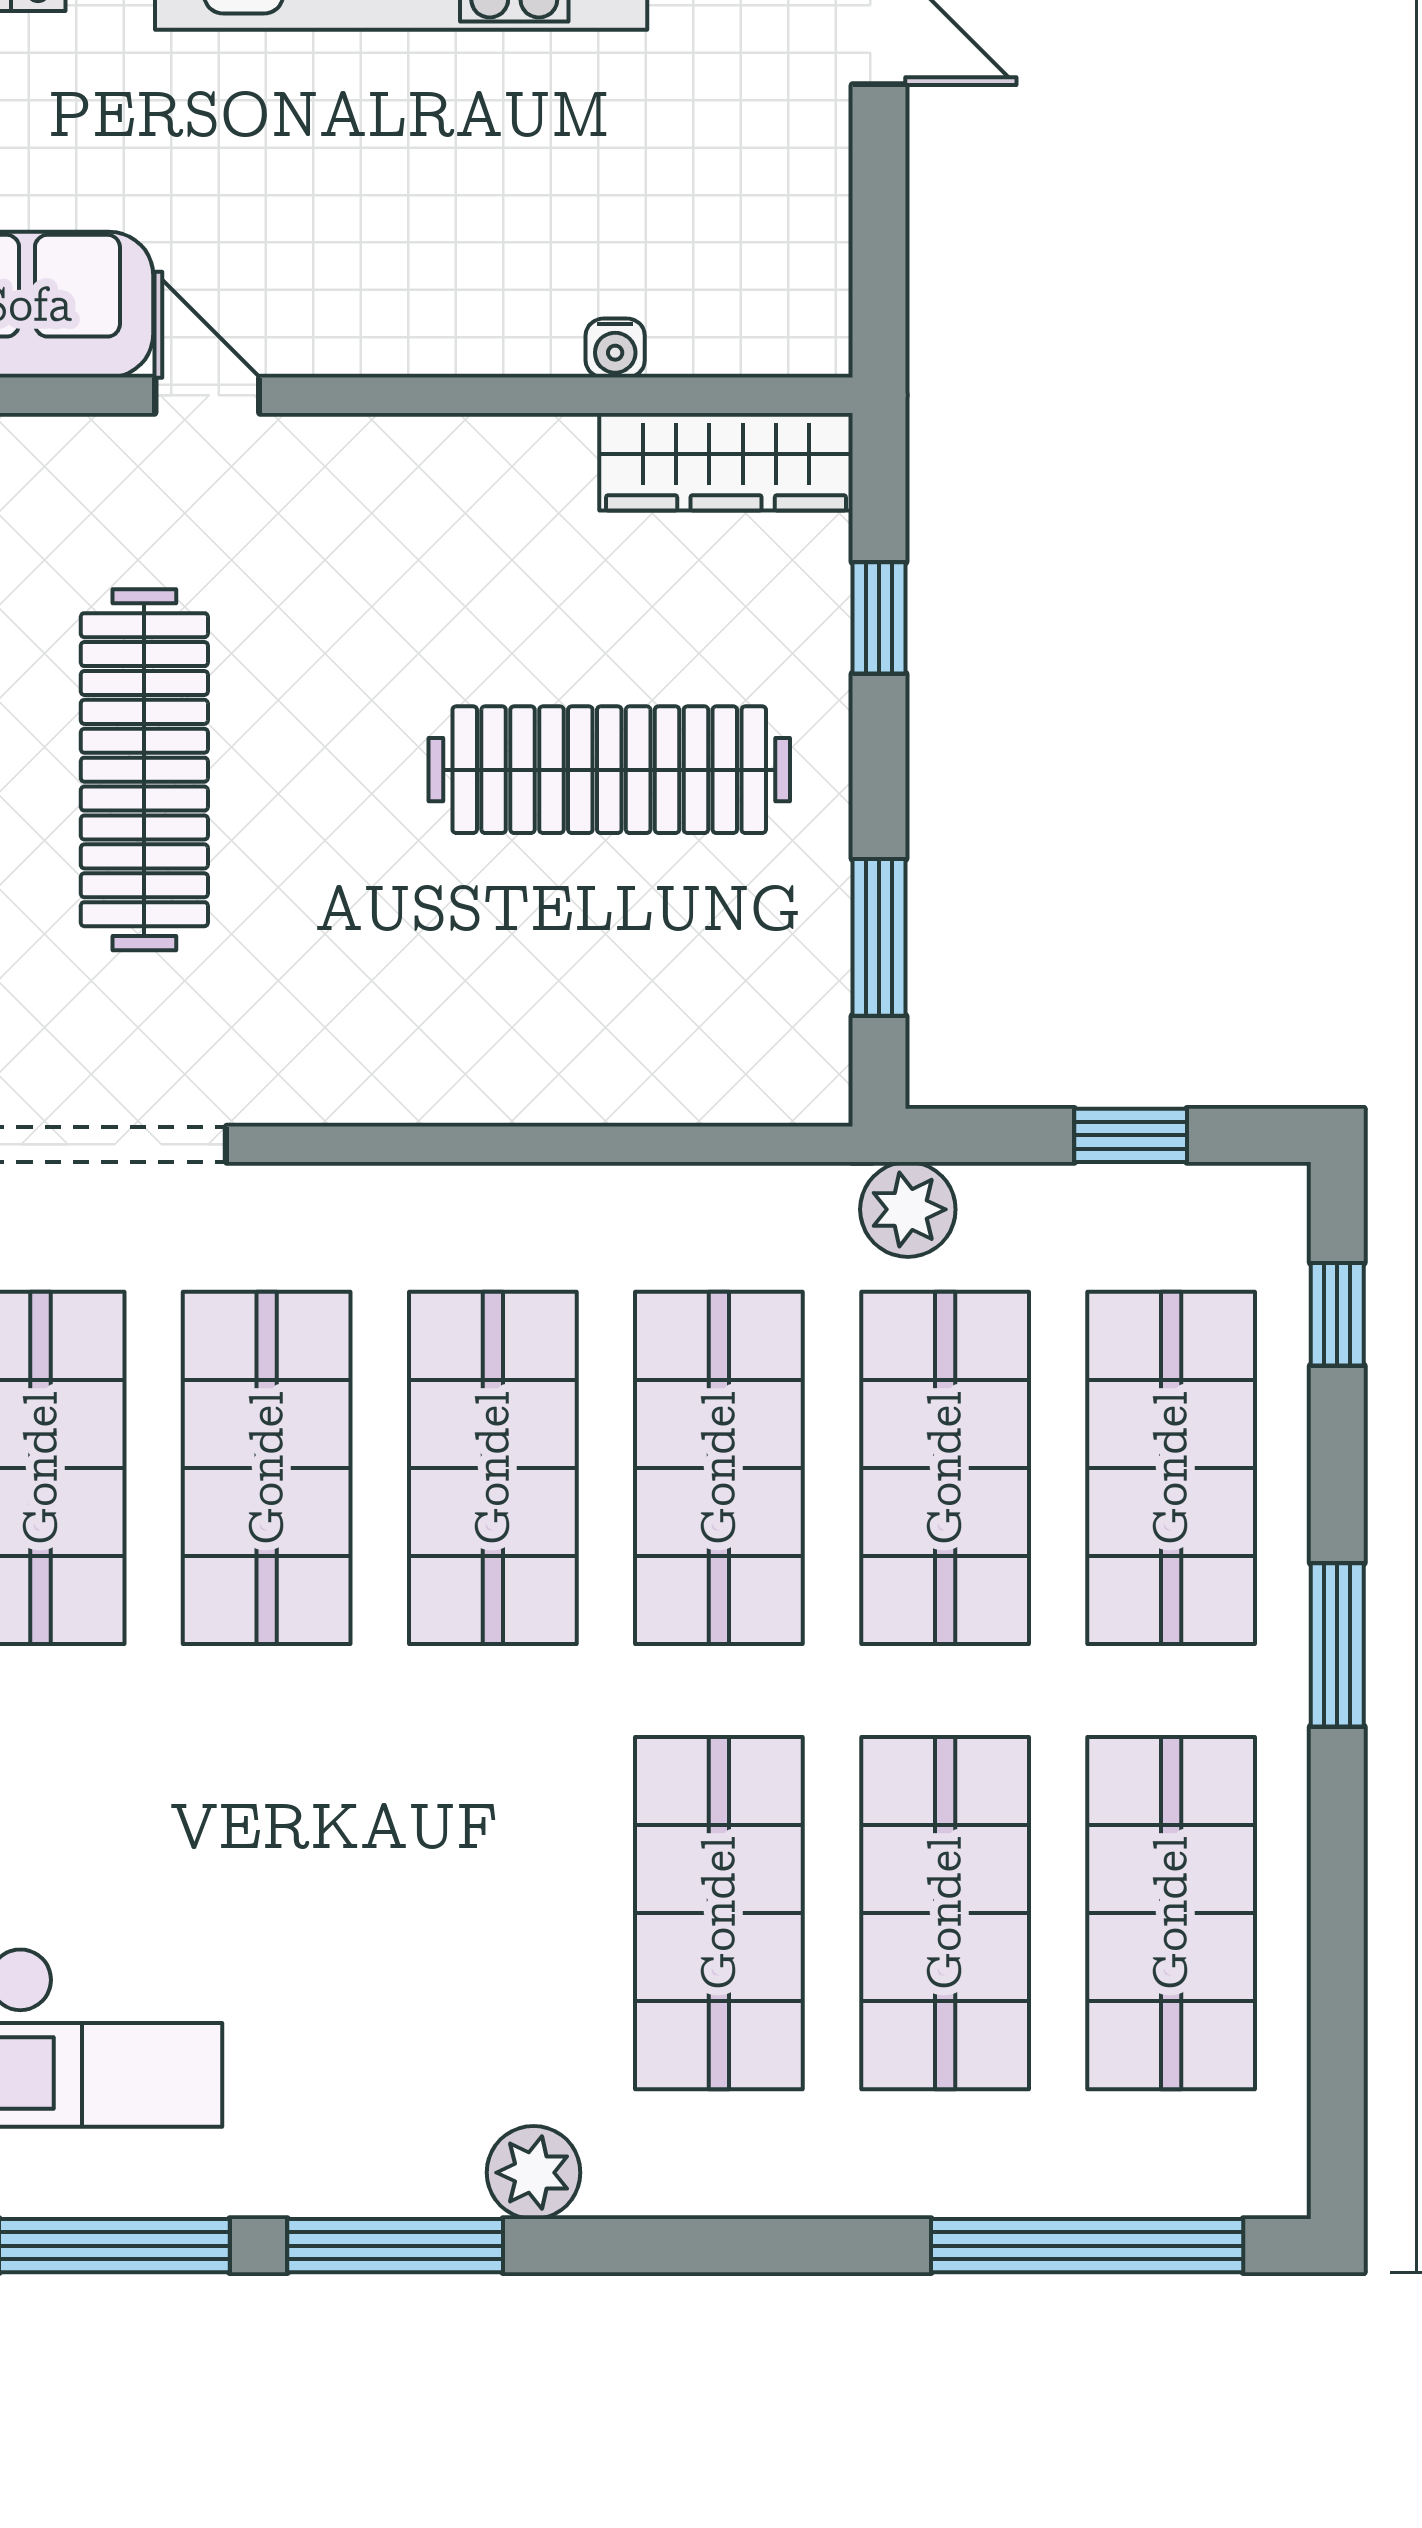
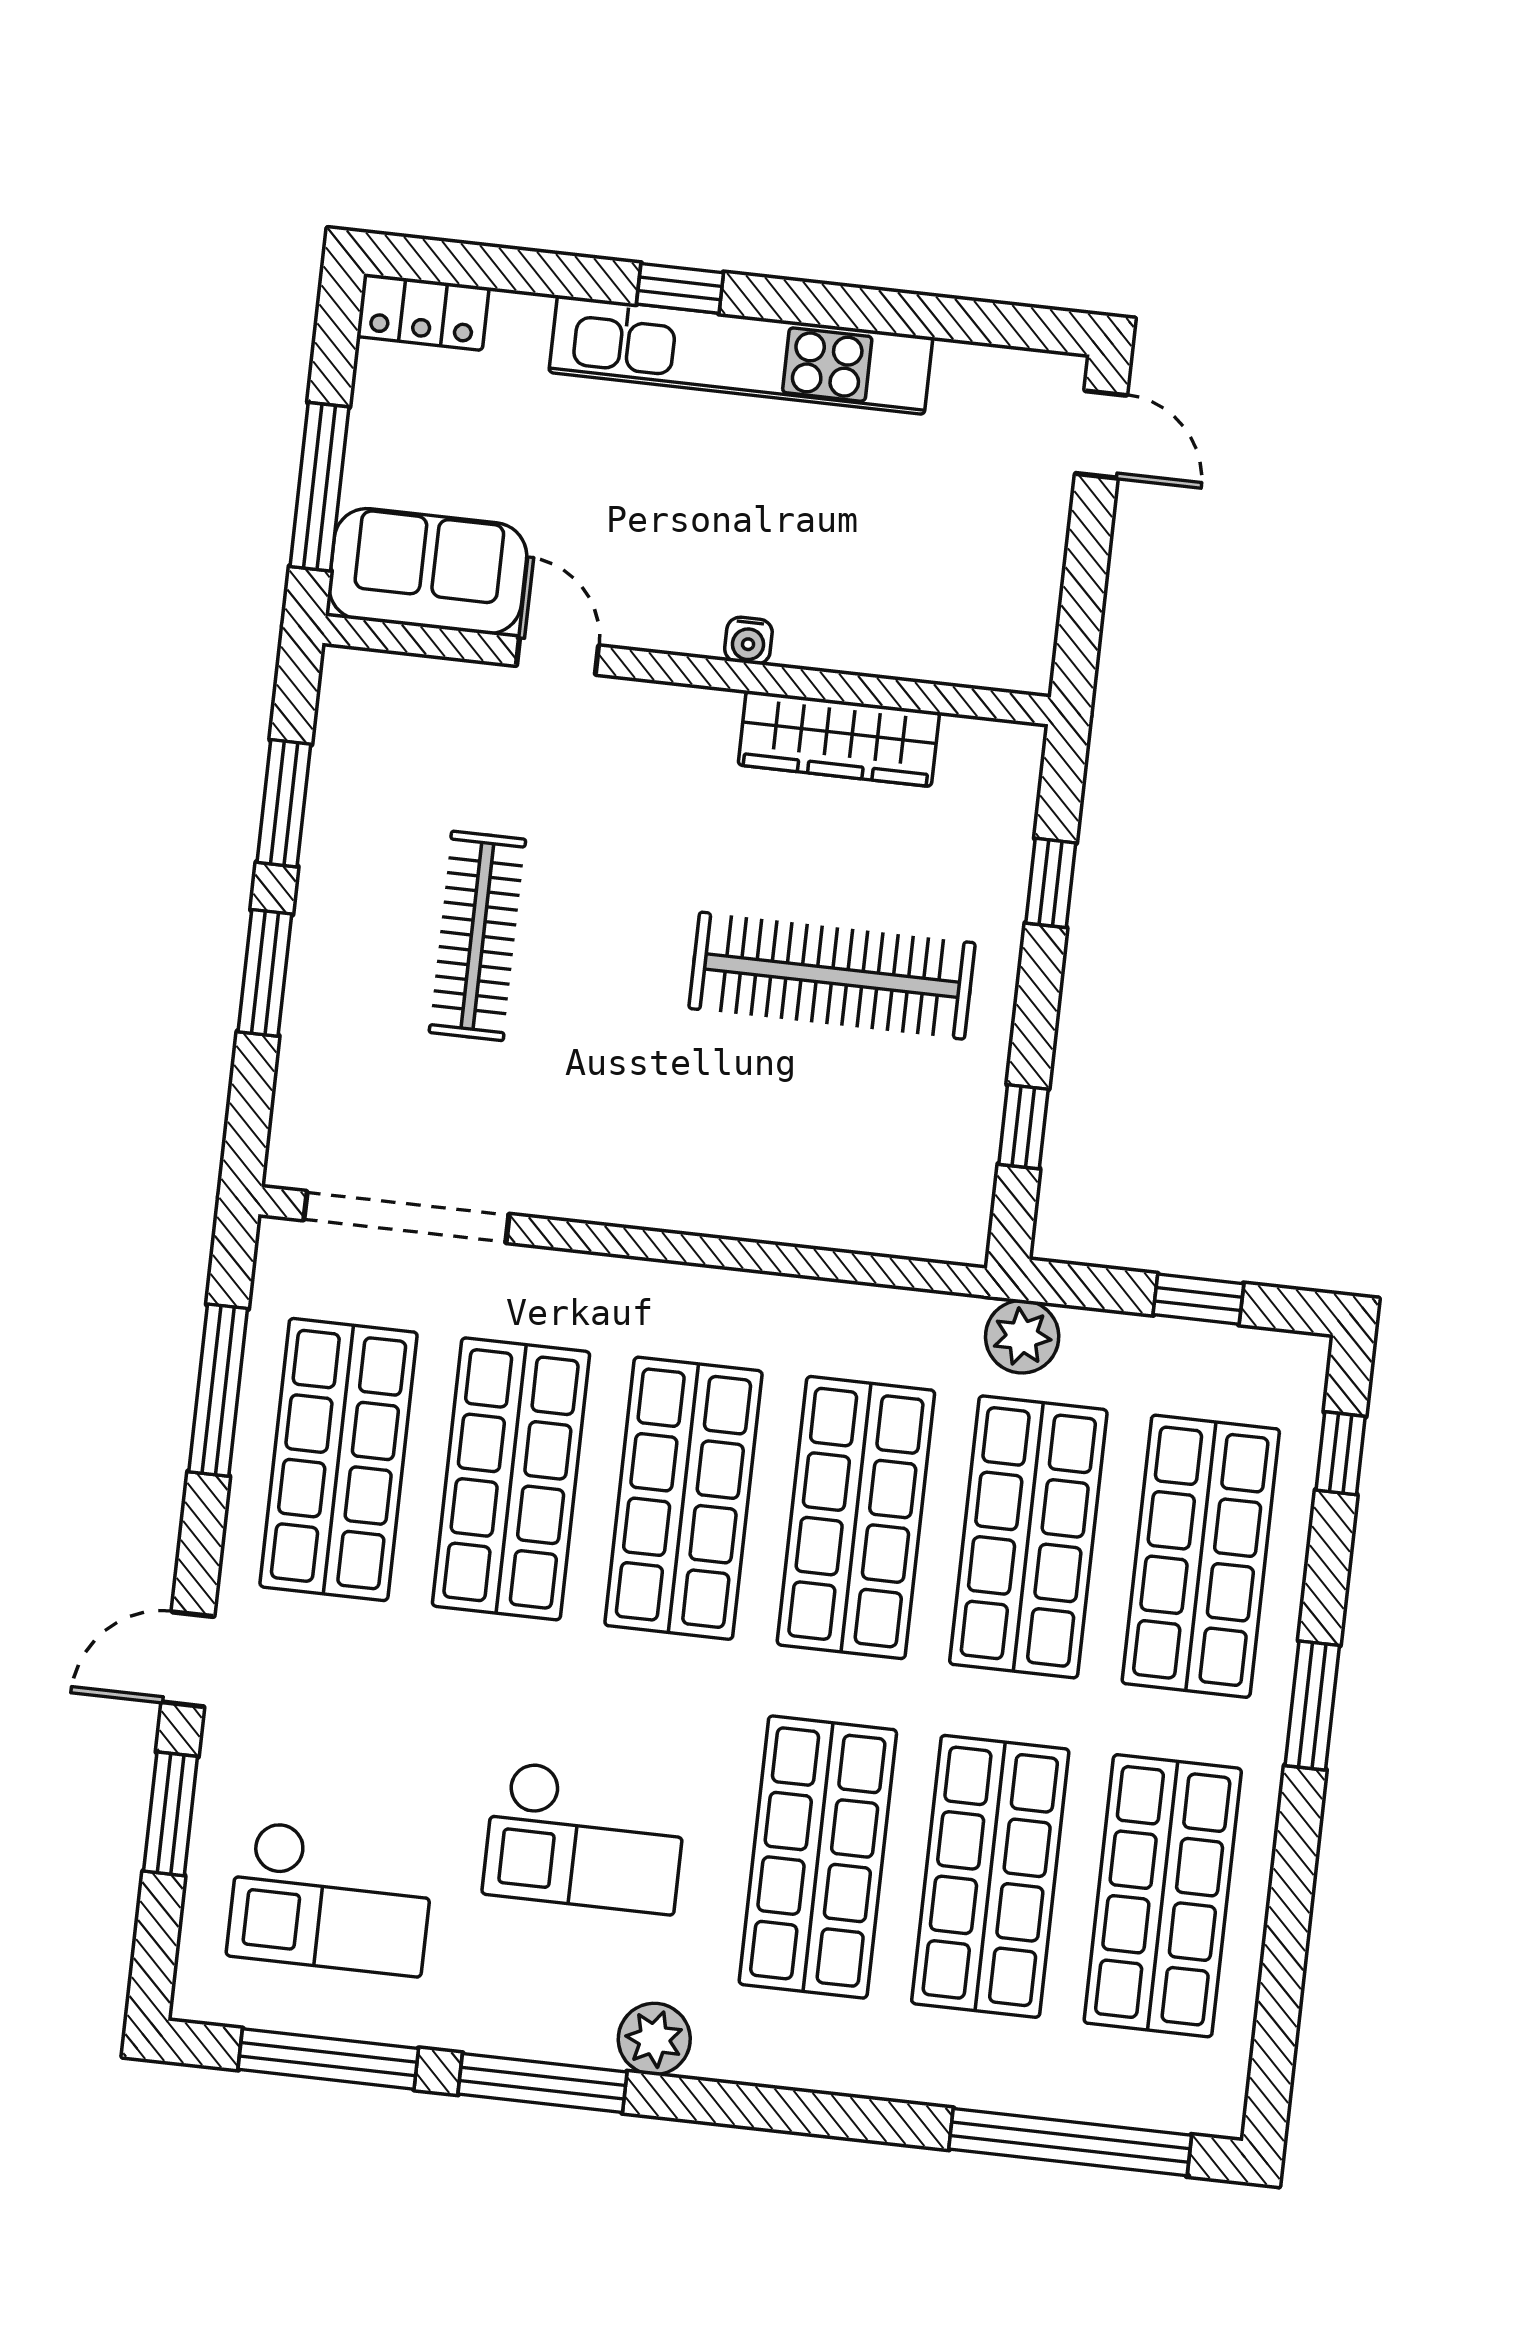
water cooler: (615, 348) -> (748, 641), moved
wardrobe: (726, 462) -> (839, 739), moved
clothes rail: (144, 770) -> (477, 936), width x0.73, depth x0.76
window: (879, 937) -> (1023, 1127), width x0.67
checkout: (415, 1922) -> (585, 1837), added

